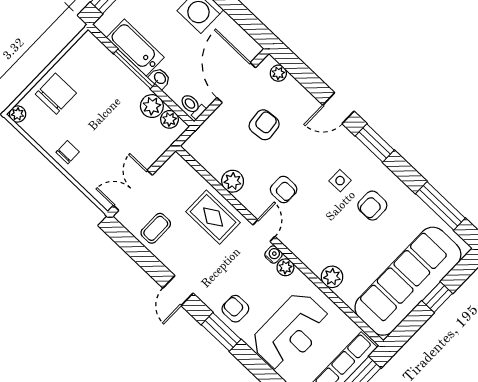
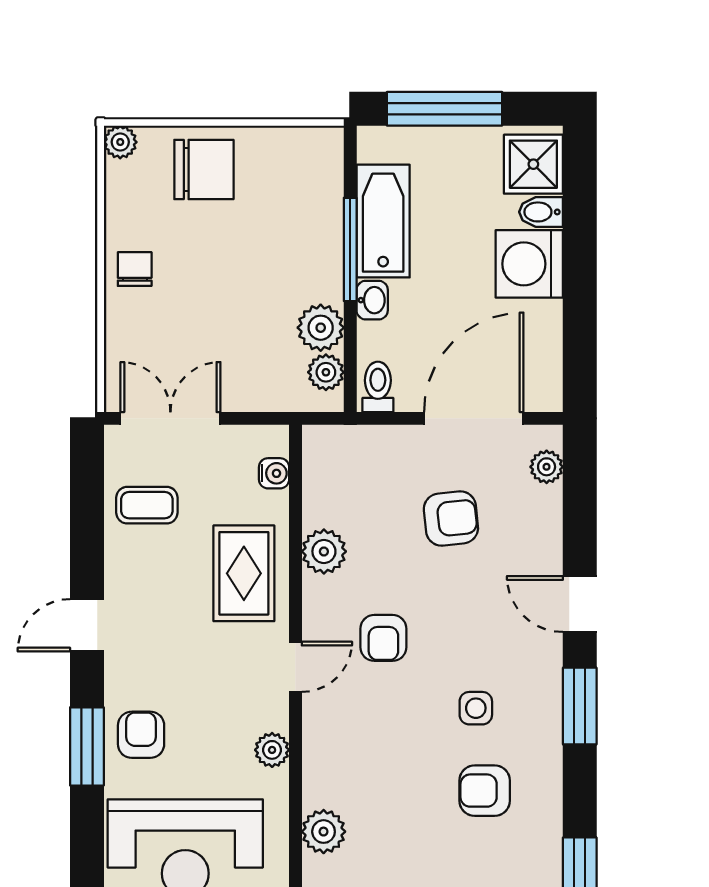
chair: (68, 152) -> (135, 269), turned -90
water cooler: (273, 254) -> (274, 473), moved

